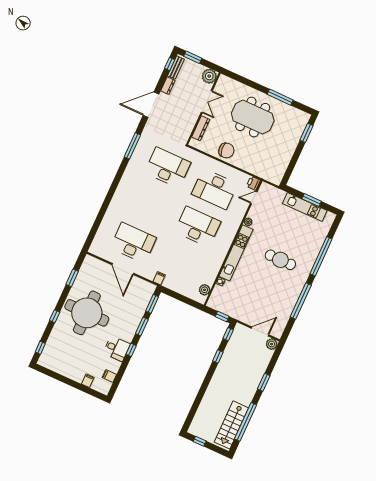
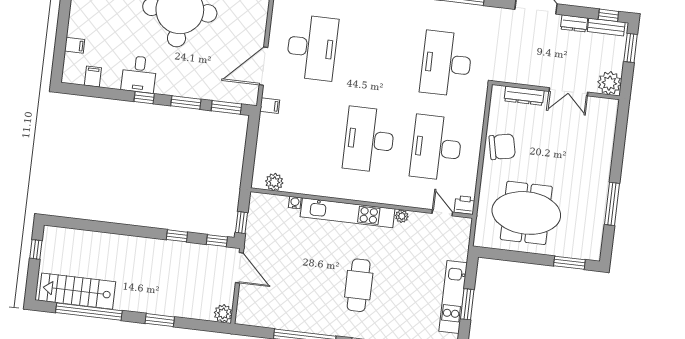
meeting table: (253, 117) -> (526, 213), moved, turned 90
chair: (226, 150) -> (502, 147), turned -96
desk: (168, 167) -> (446, 64), turned 180
desk: (198, 227) -> (369, 140), turned 180
door: (123, 269) -> (263, 66), moved
door: (260, 332) -> (239, 268), moved

